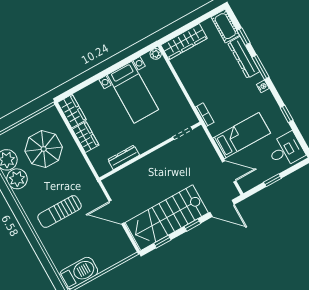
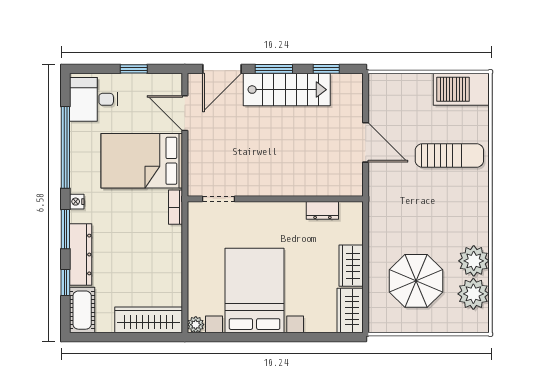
bed with nightstands: (133, 92) -> (255, 291), width x1.36
window: (287, 114) -> (65, 147), width x3.17
bed: (242, 136) -> (142, 161), width x1.50
dresser: (124, 157) -> (322, 210), width x0.70
door: (222, 208) -> (222, 69), swing flipped
sun lounger: (60, 212) -> (449, 156), moved
stairs: (167, 218) -> (287, 90), width x0.73, depth x0.66
window: (192, 225) -> (274, 69), width x1.50

